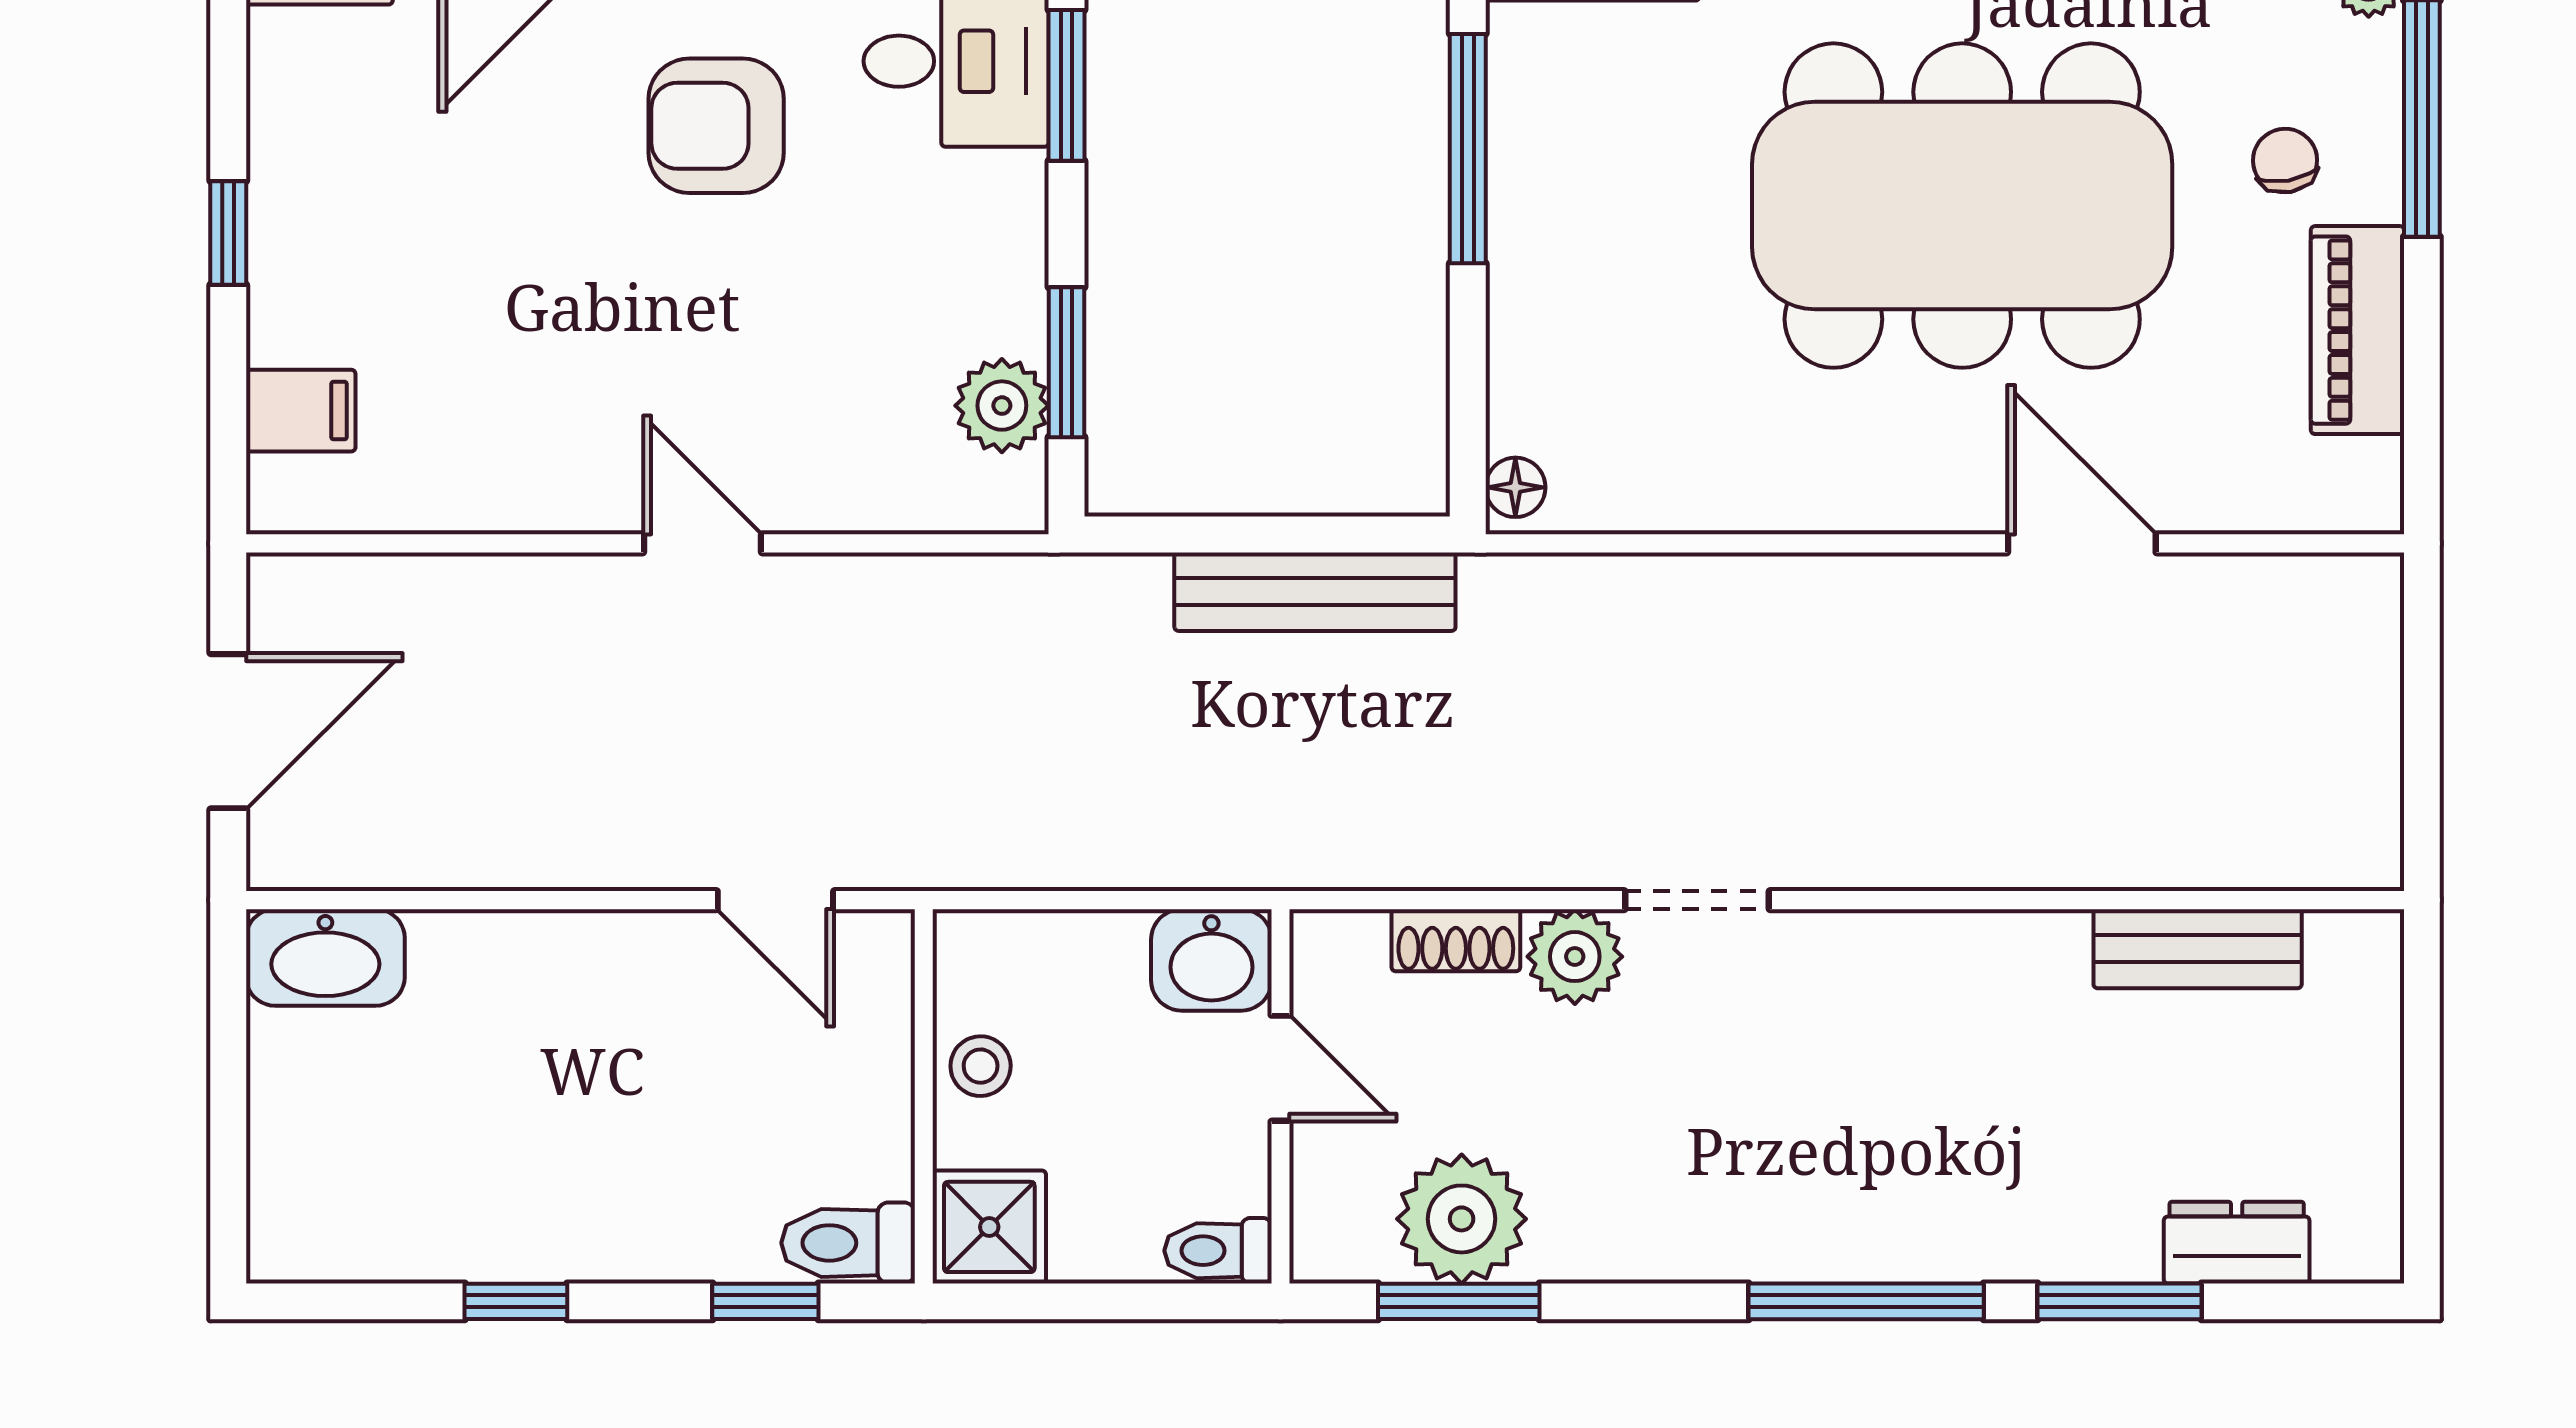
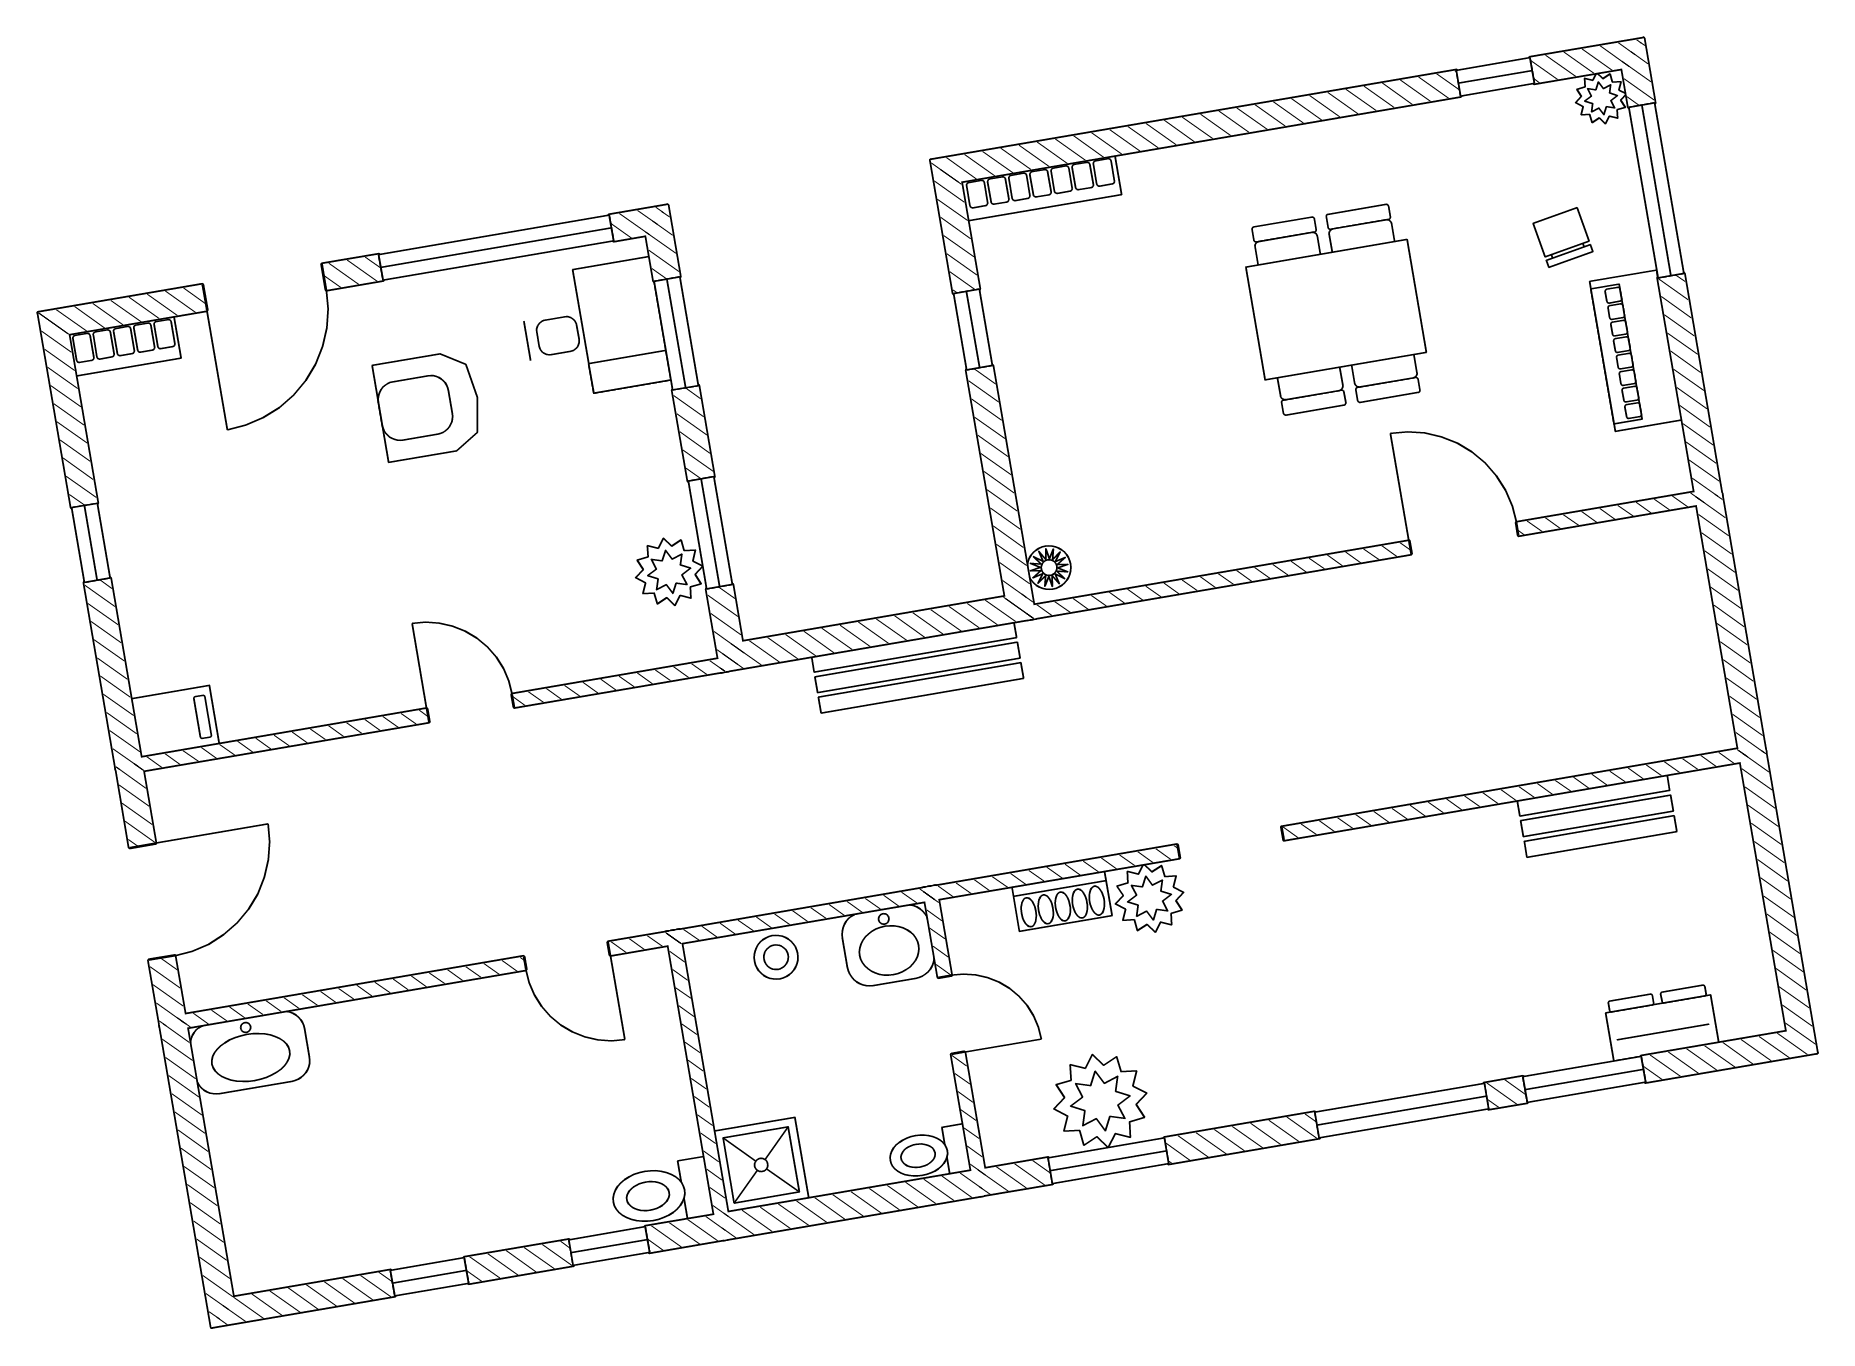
window: (1468, 149) -> (973, 330), width x0.46
dining table: (1962, 206) -> (1336, 310), width x0.53, depth x0.80
filing cabinet: (301, 411) -> (175, 722), moved
stool: (981, 1066) -> (776, 957), moved

